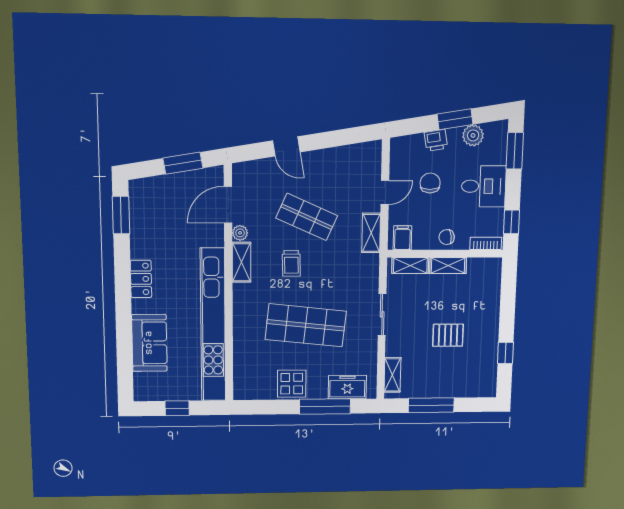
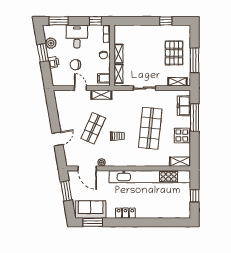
shelving: (242, 262) -> (180, 162), moved
pallet: (448, 335) -> (174, 53), moved, width x1.50, depth x1.42
sofa: (149, 343) -> (91, 209), moved

